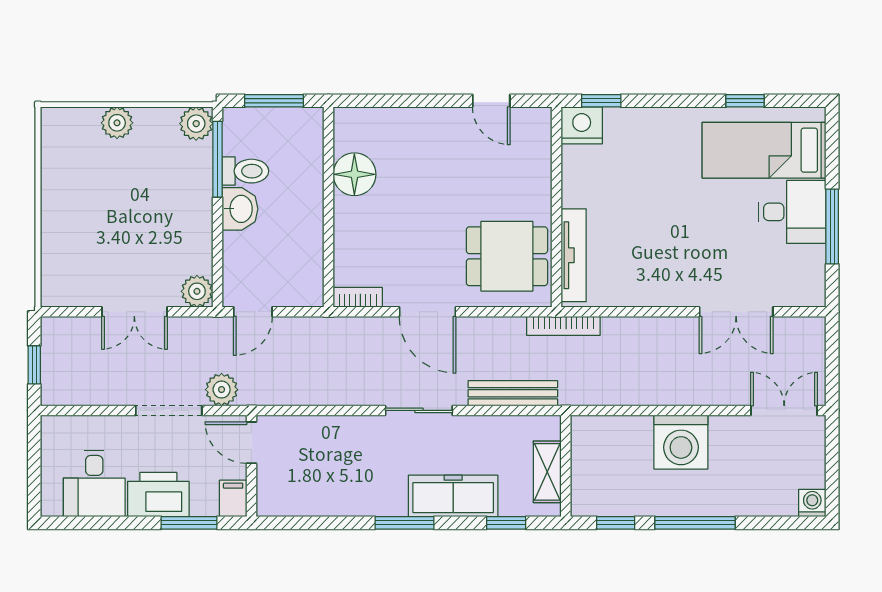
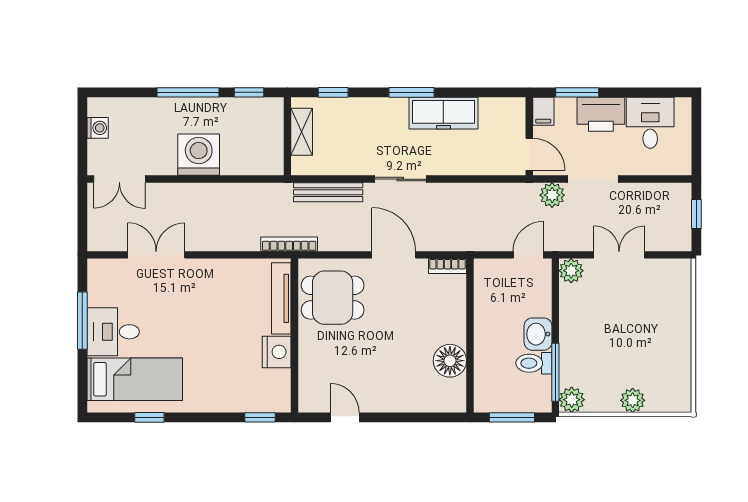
nightstand: (582, 125) -> (277, 352), moved, turned -90
freezer: (453, 496) -> (443, 113), moved
washing machine: (812, 503) -> (98, 128), moved, turned -90

